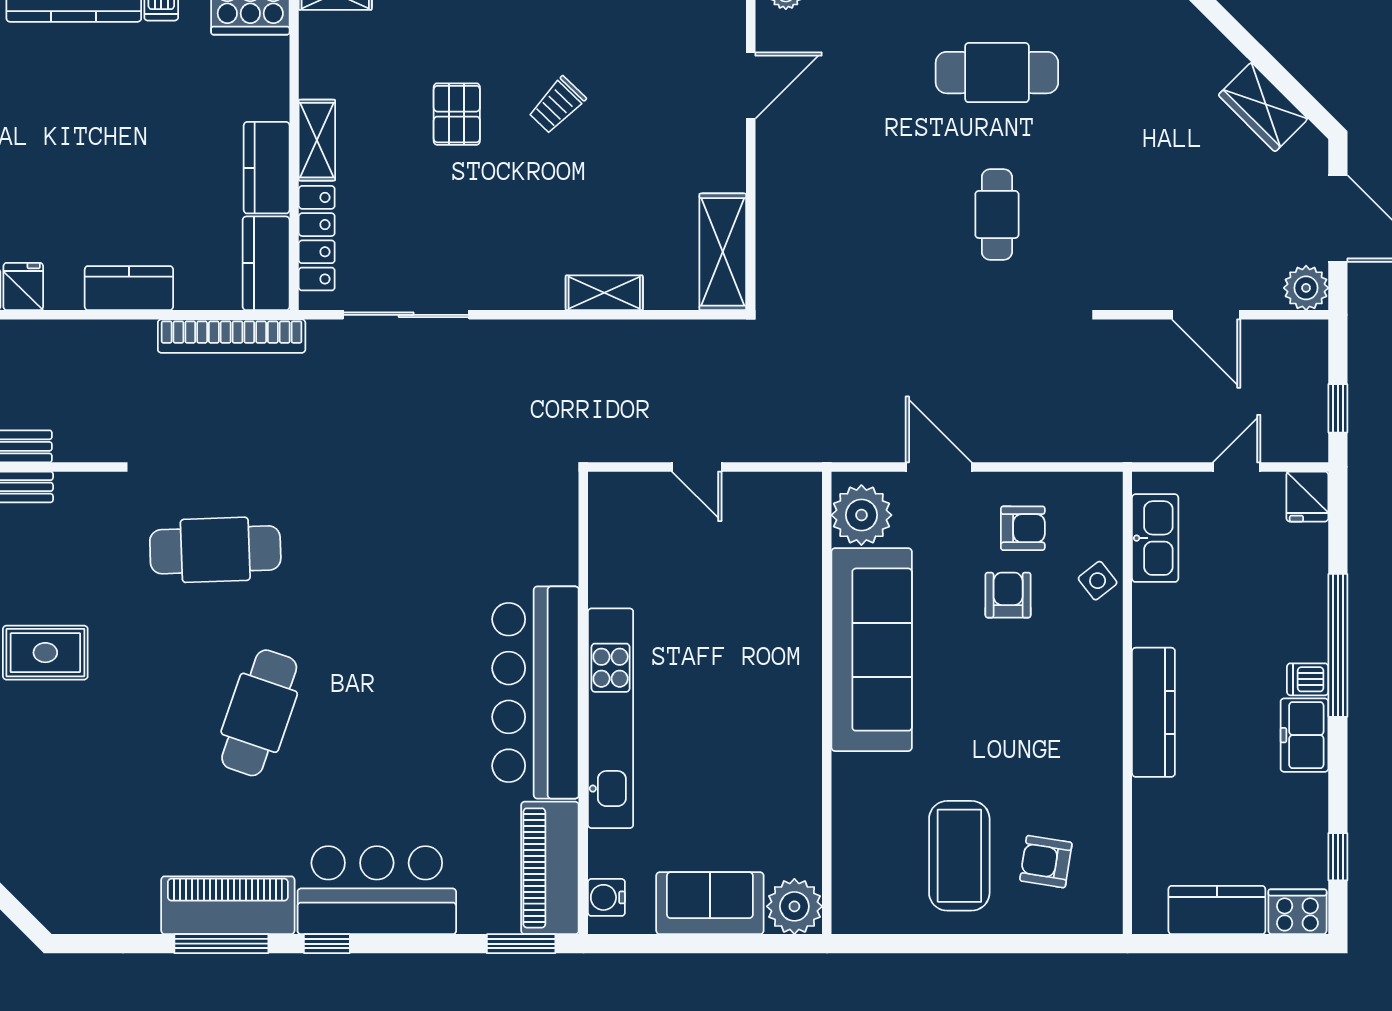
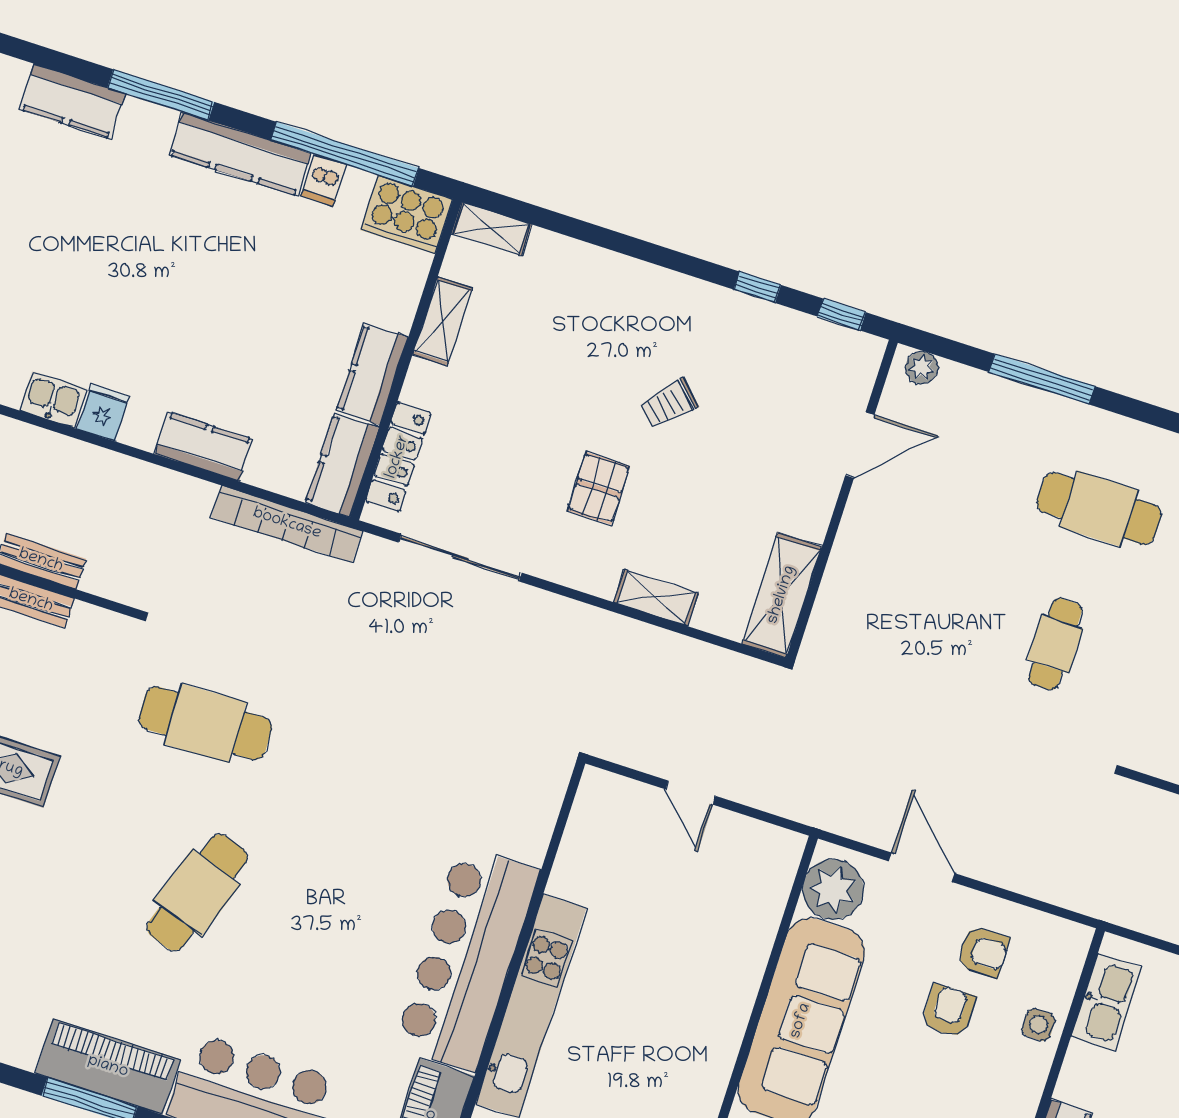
pallet: (457, 114) -> (599, 488), moved
shelving: (317, 140) -> (442, 321), moved
side table: (1098, 581) -> (1038, 1025), turned 38

